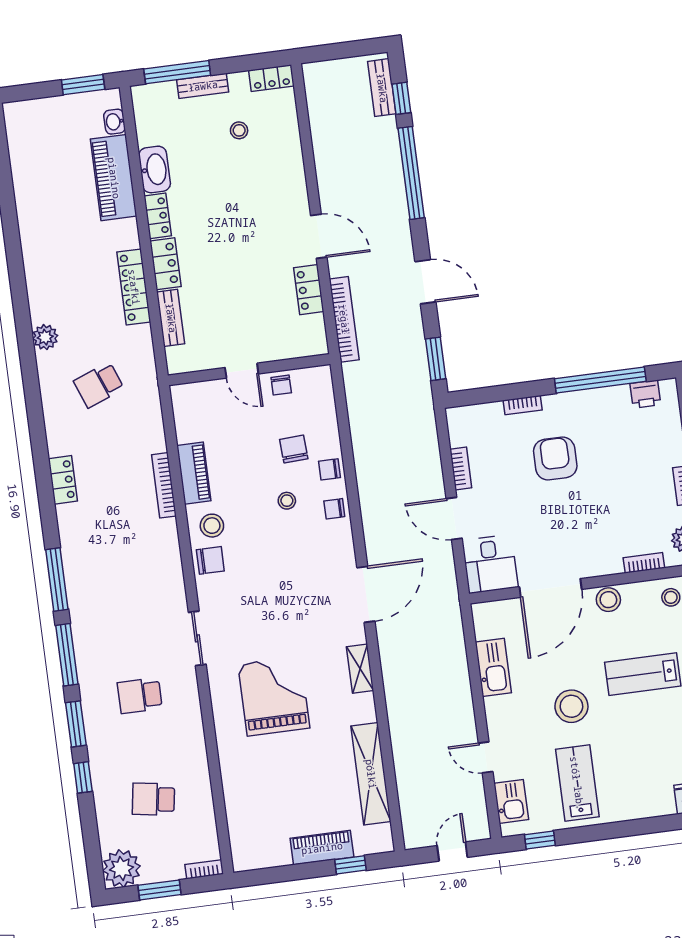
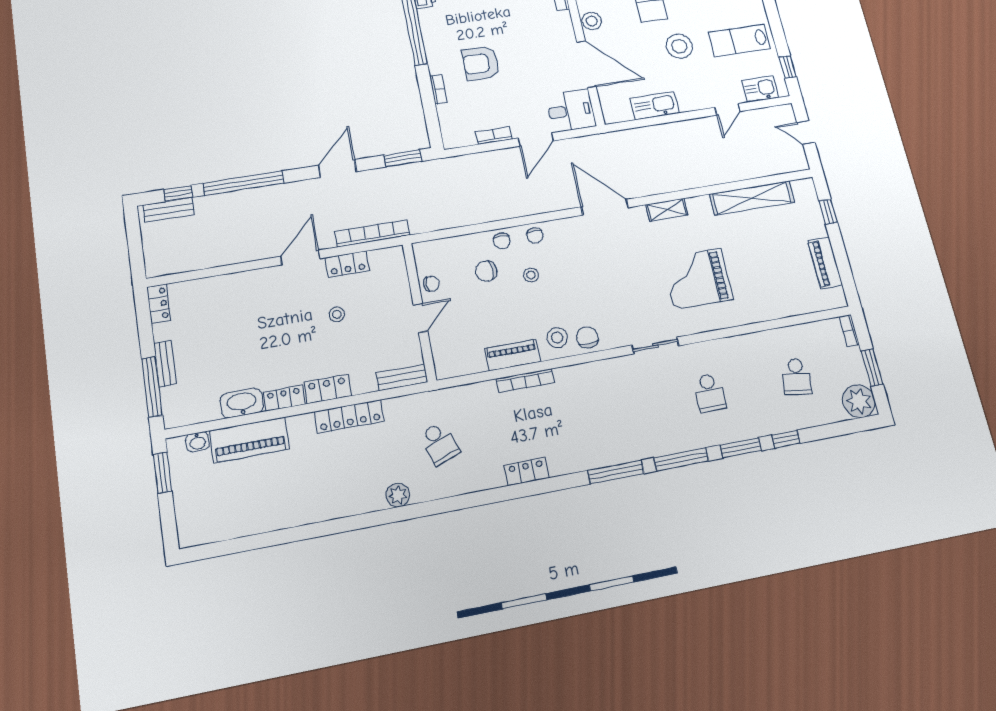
stool: (239, 130) -> (337, 314), moved
bench: (171, 318) -> (402, 377), moved
piano: (322, 848) -> (825, 263), moved

